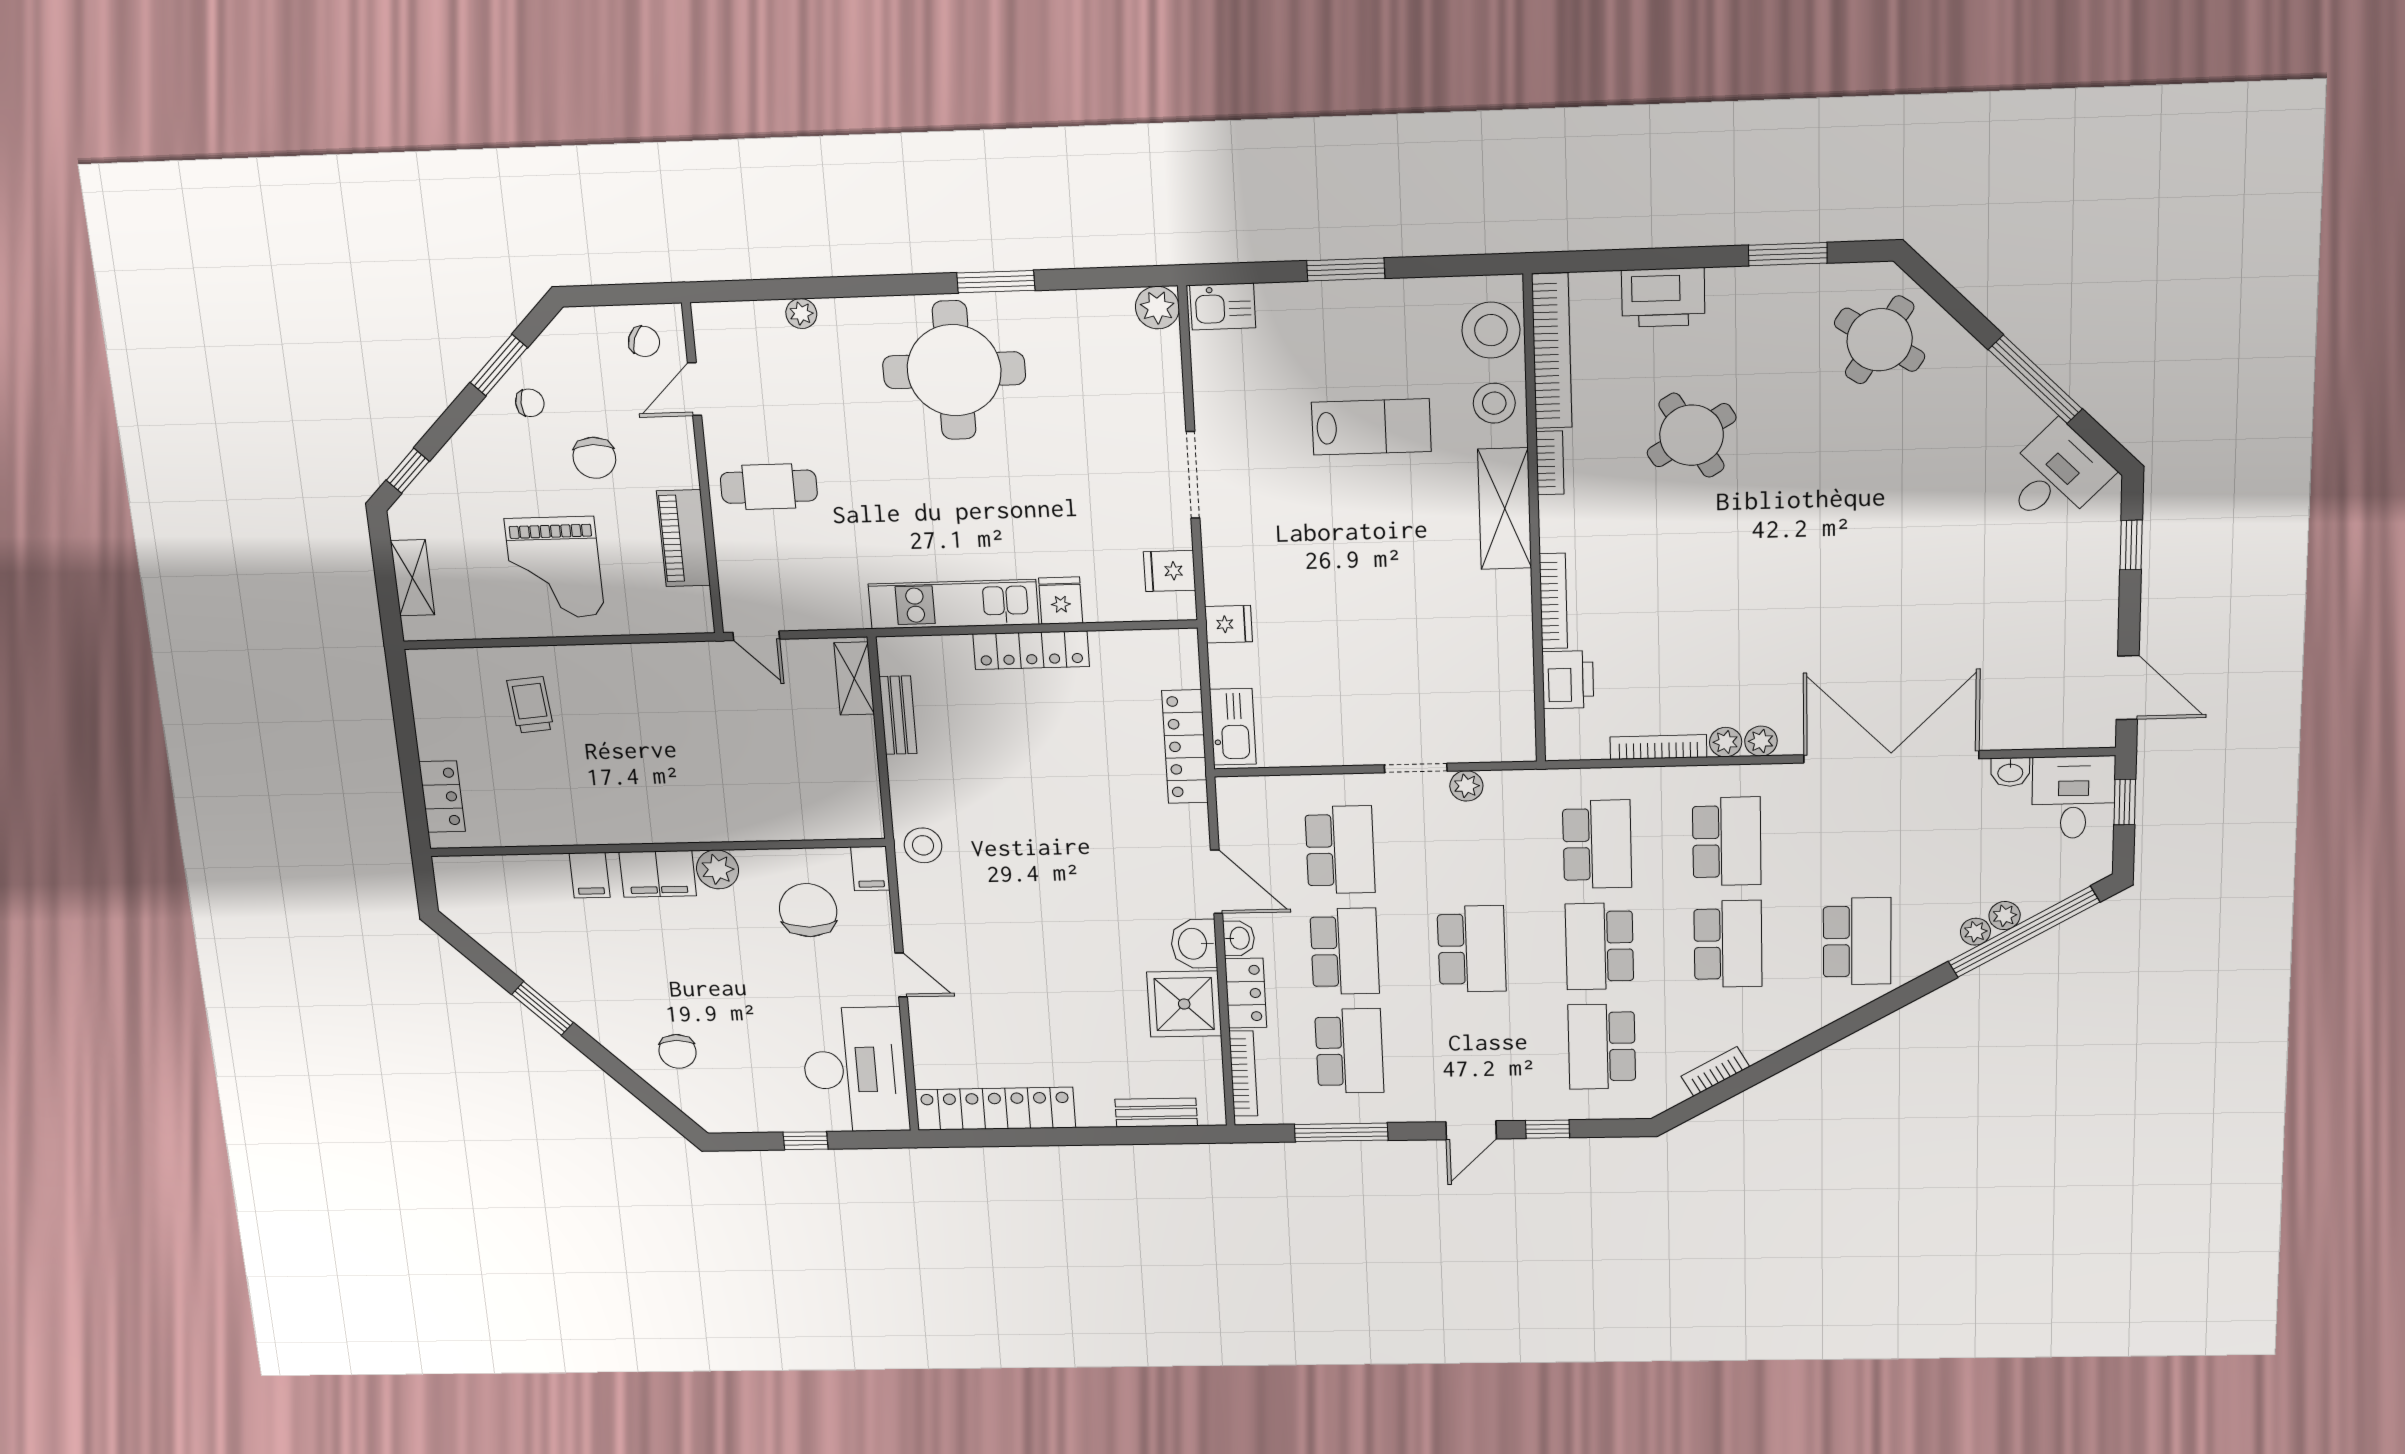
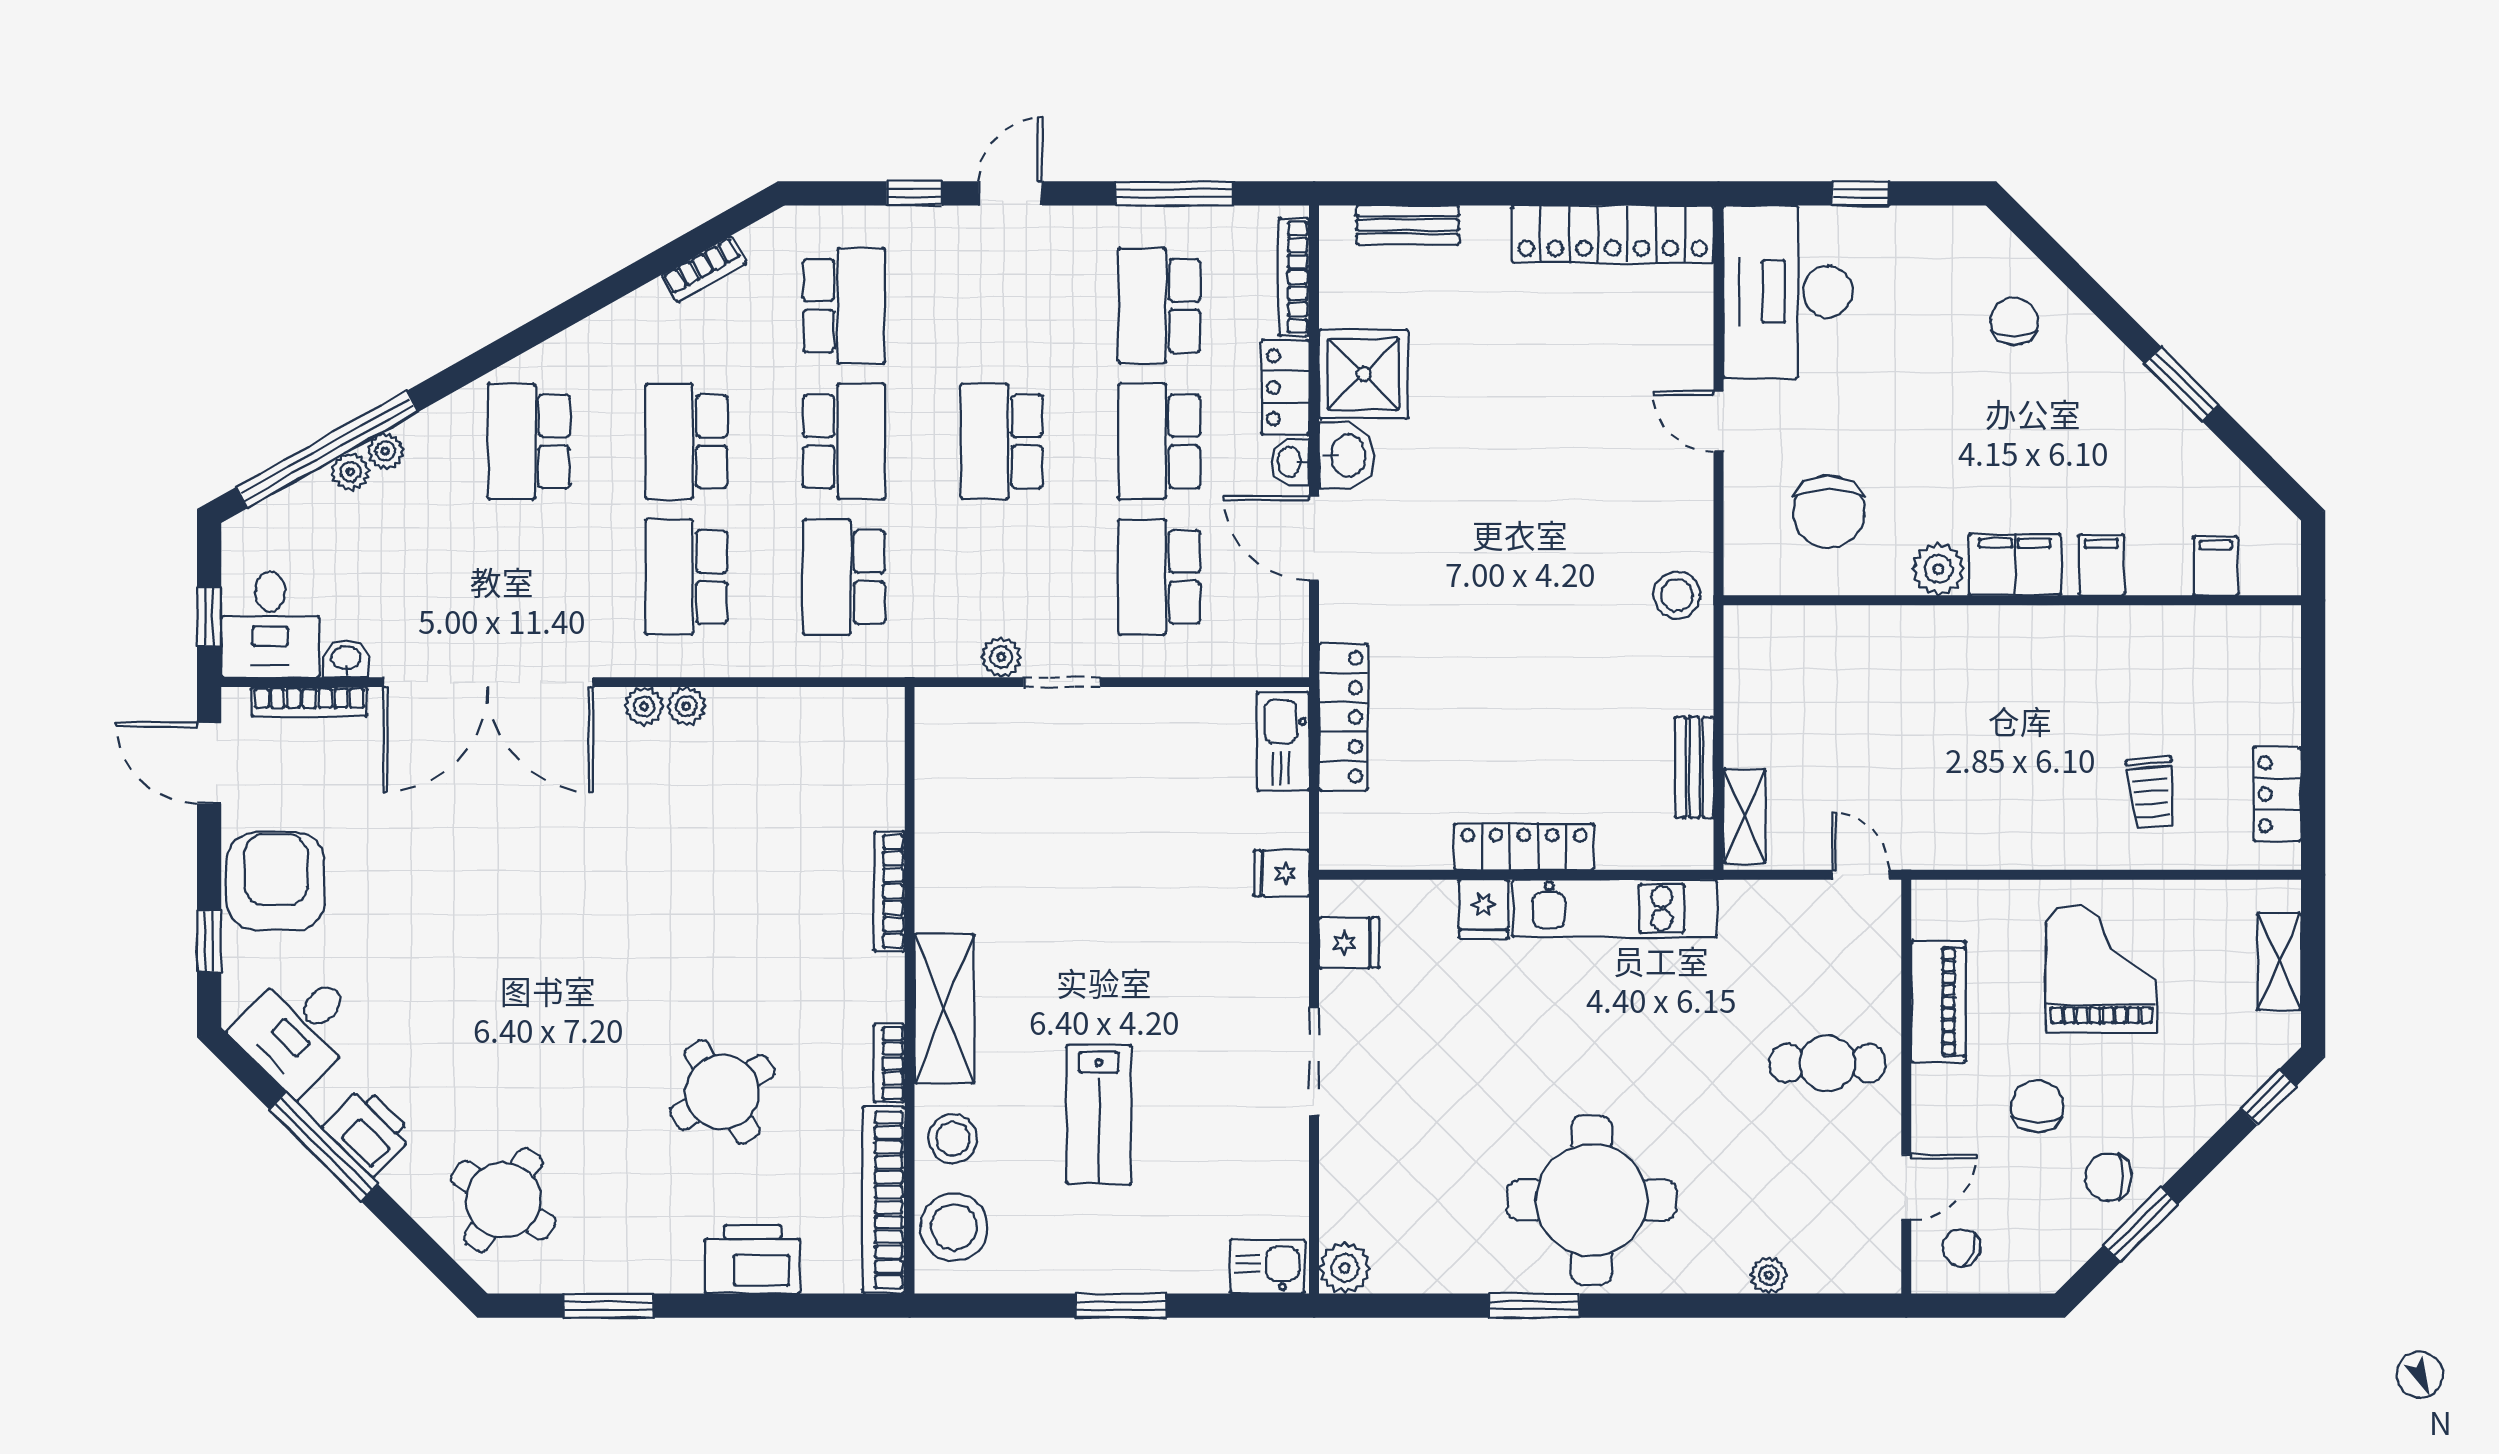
chair: (530, 403) -> (2108, 1177), width x1.37, depth x1.37
lab bench: (1371, 427) -> (1099, 1114), turned -90
armchair: (2073, 595) -> (276, 881), added
printer: (1568, 680) -> (368, 1131), moved, turned 135
bookcase: (1658, 747) -> (309, 702), moved
locker: (442, 797) -> (2277, 794), moved
filing cabinet: (870, 868) -> (2216, 566), moved

